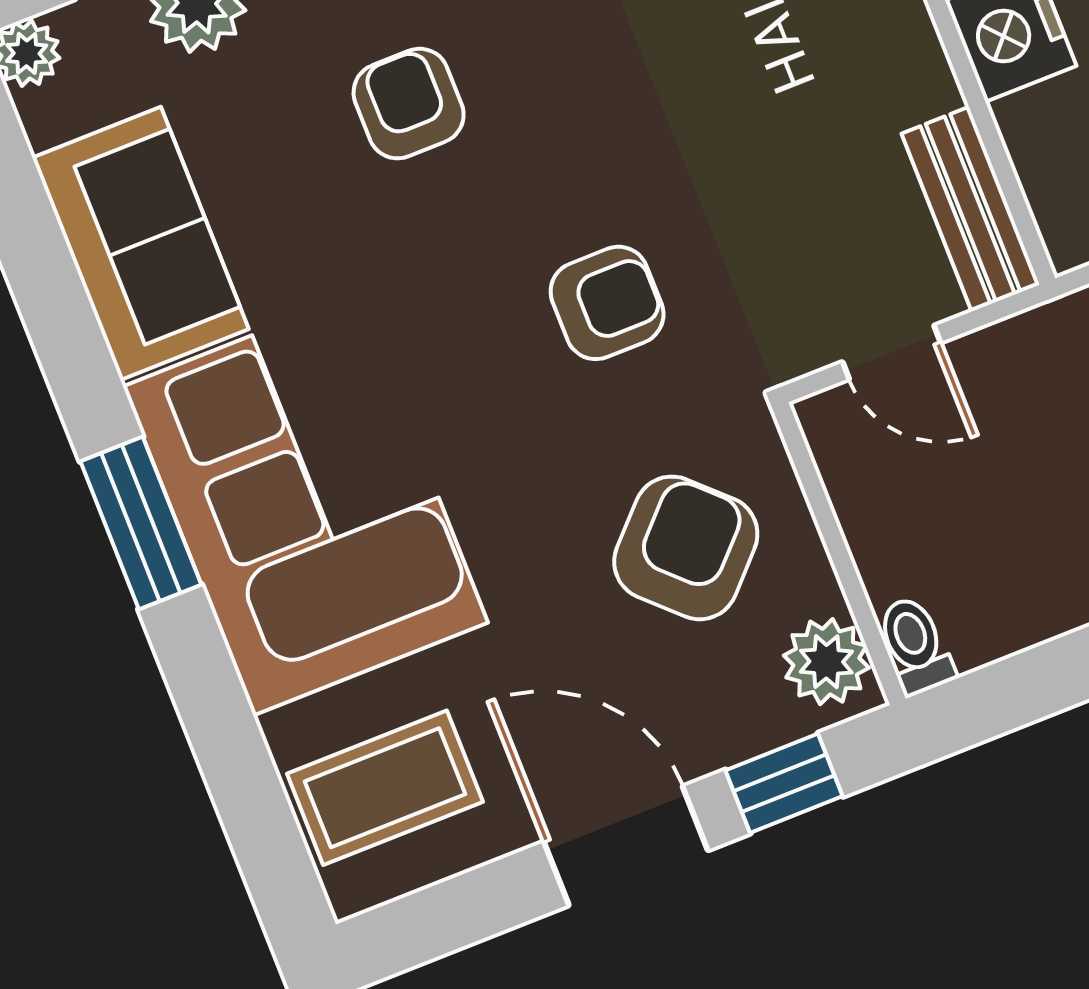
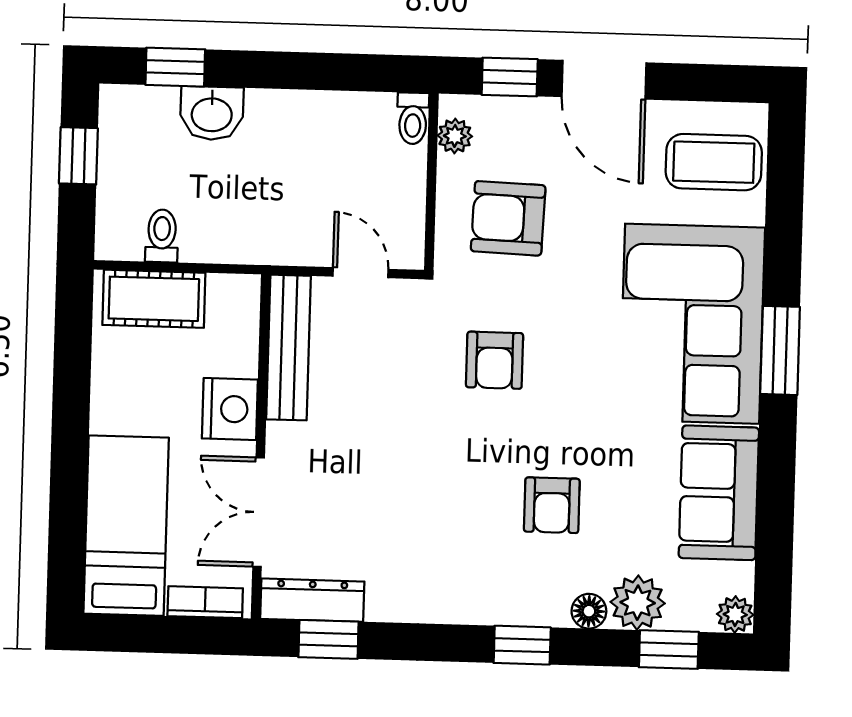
bench: (970, 209) -> (288, 348), width x1.36
armchair: (607, 303) -> (495, 360), turned -90
armchair: (686, 548) -> (508, 218), turned 48
plant: (826, 662) -> (455, 136), width x0.73, depth x0.73

